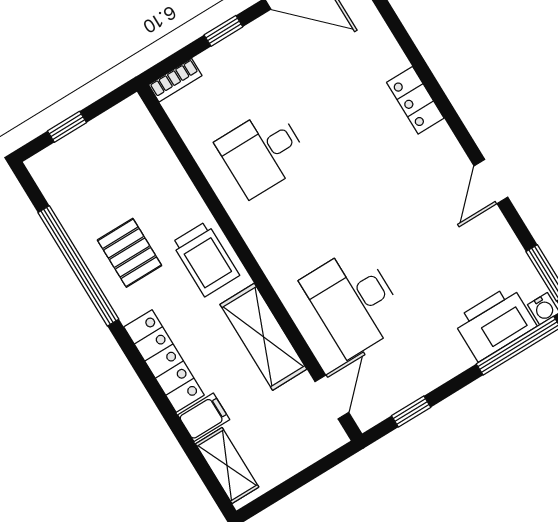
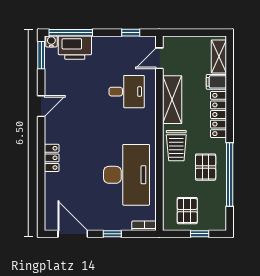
desk: (263, 152) -> (127, 175), width x1.87, depth x1.30
pallet: (115, 155) -> (187, 211), added
trolley: (205, 259) -> (176, 146), turned 180
desk: (354, 301) -> (127, 92), width x0.73

